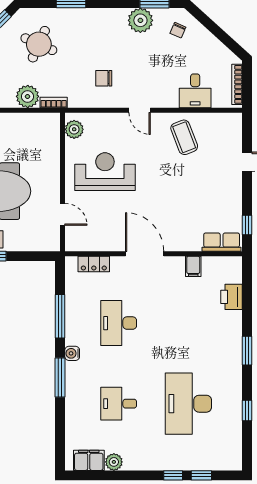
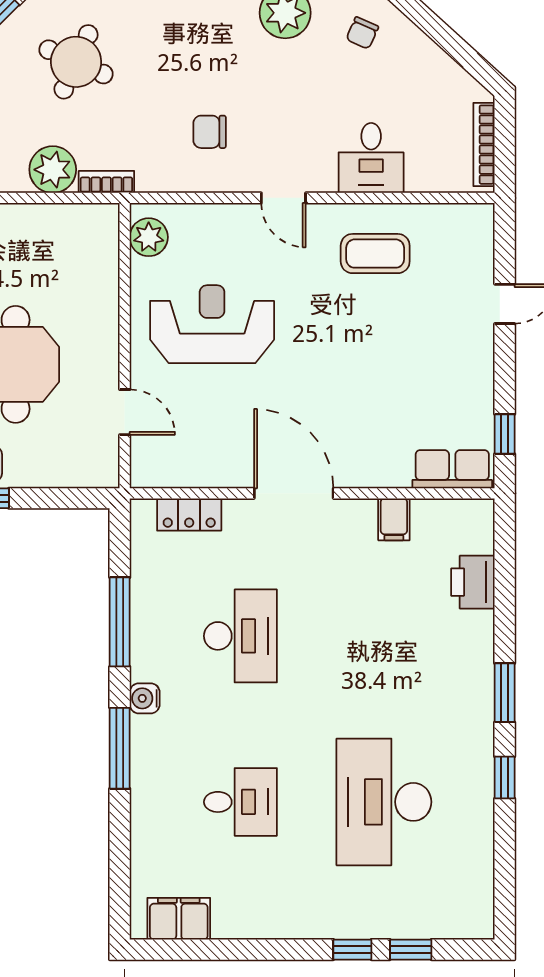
desk: (195, 91) -> (371, 158), moved
coffee table: (184, 137) -> (375, 254), turned -69
desk: (119, 323) -> (240, 636), turned 180
desk: (119, 404) -> (240, 802), turned 180
window: (247, 411) -> (505, 778), moved
plant: (114, 462) -> (230, 922), removed

